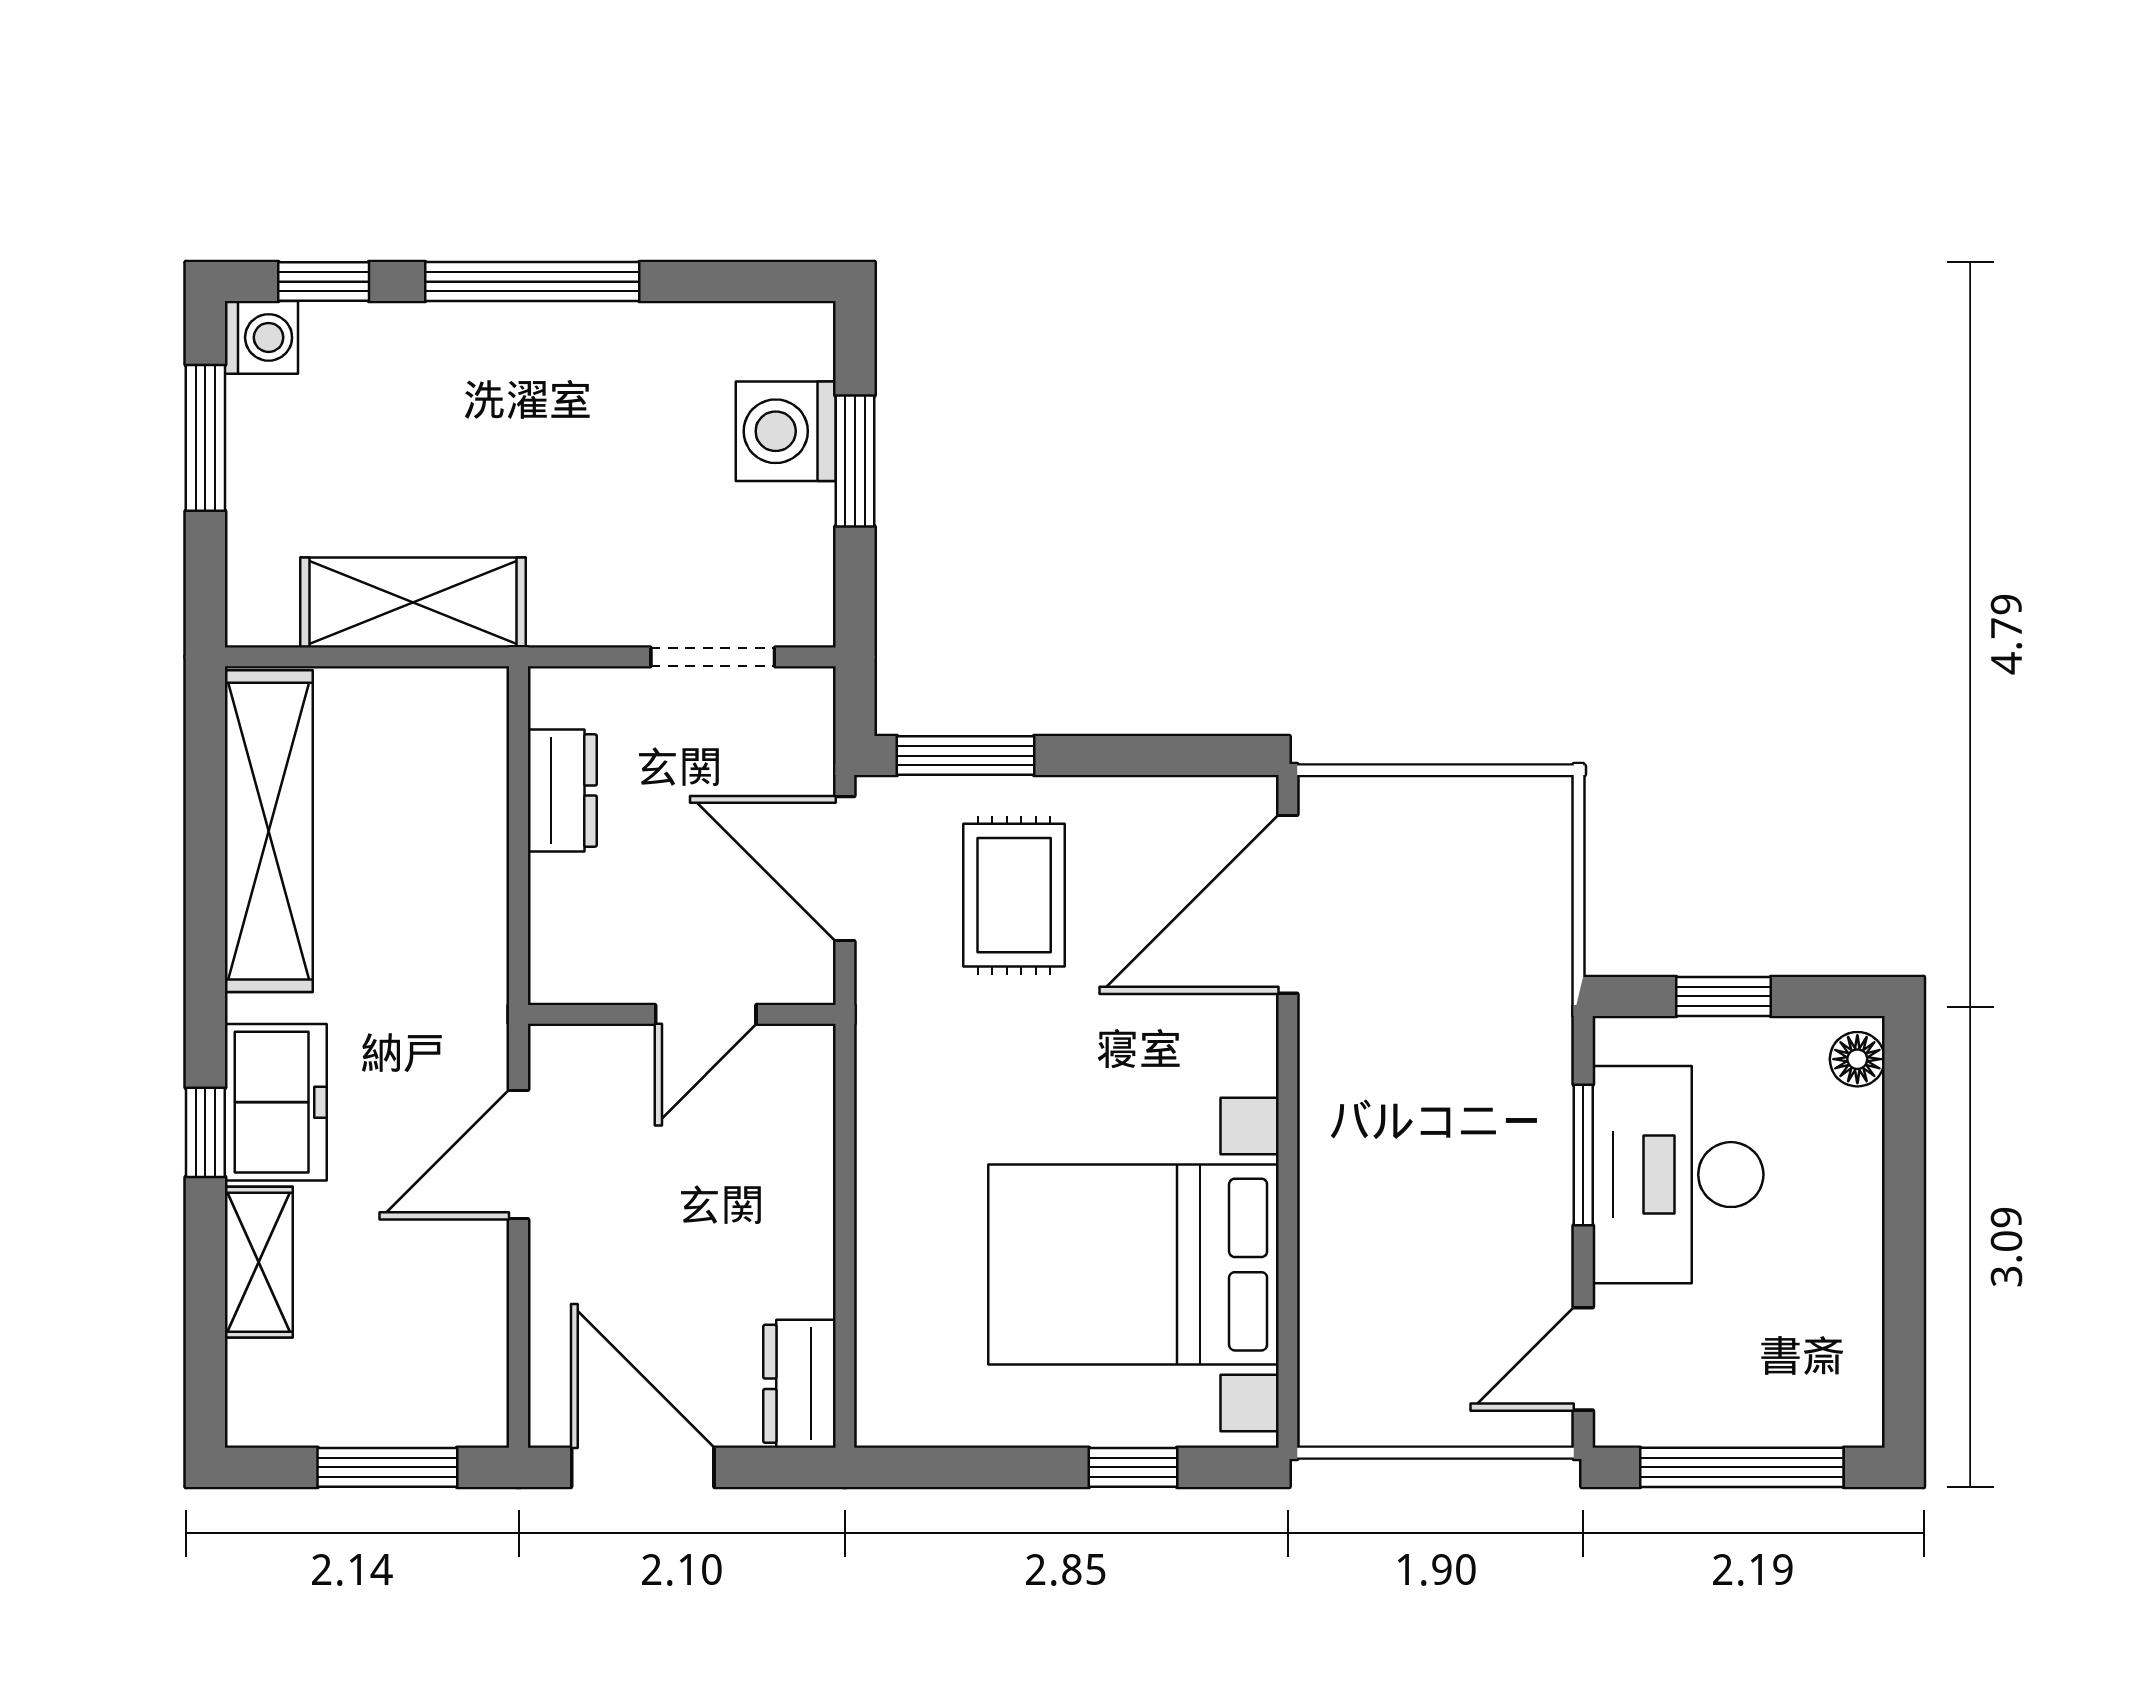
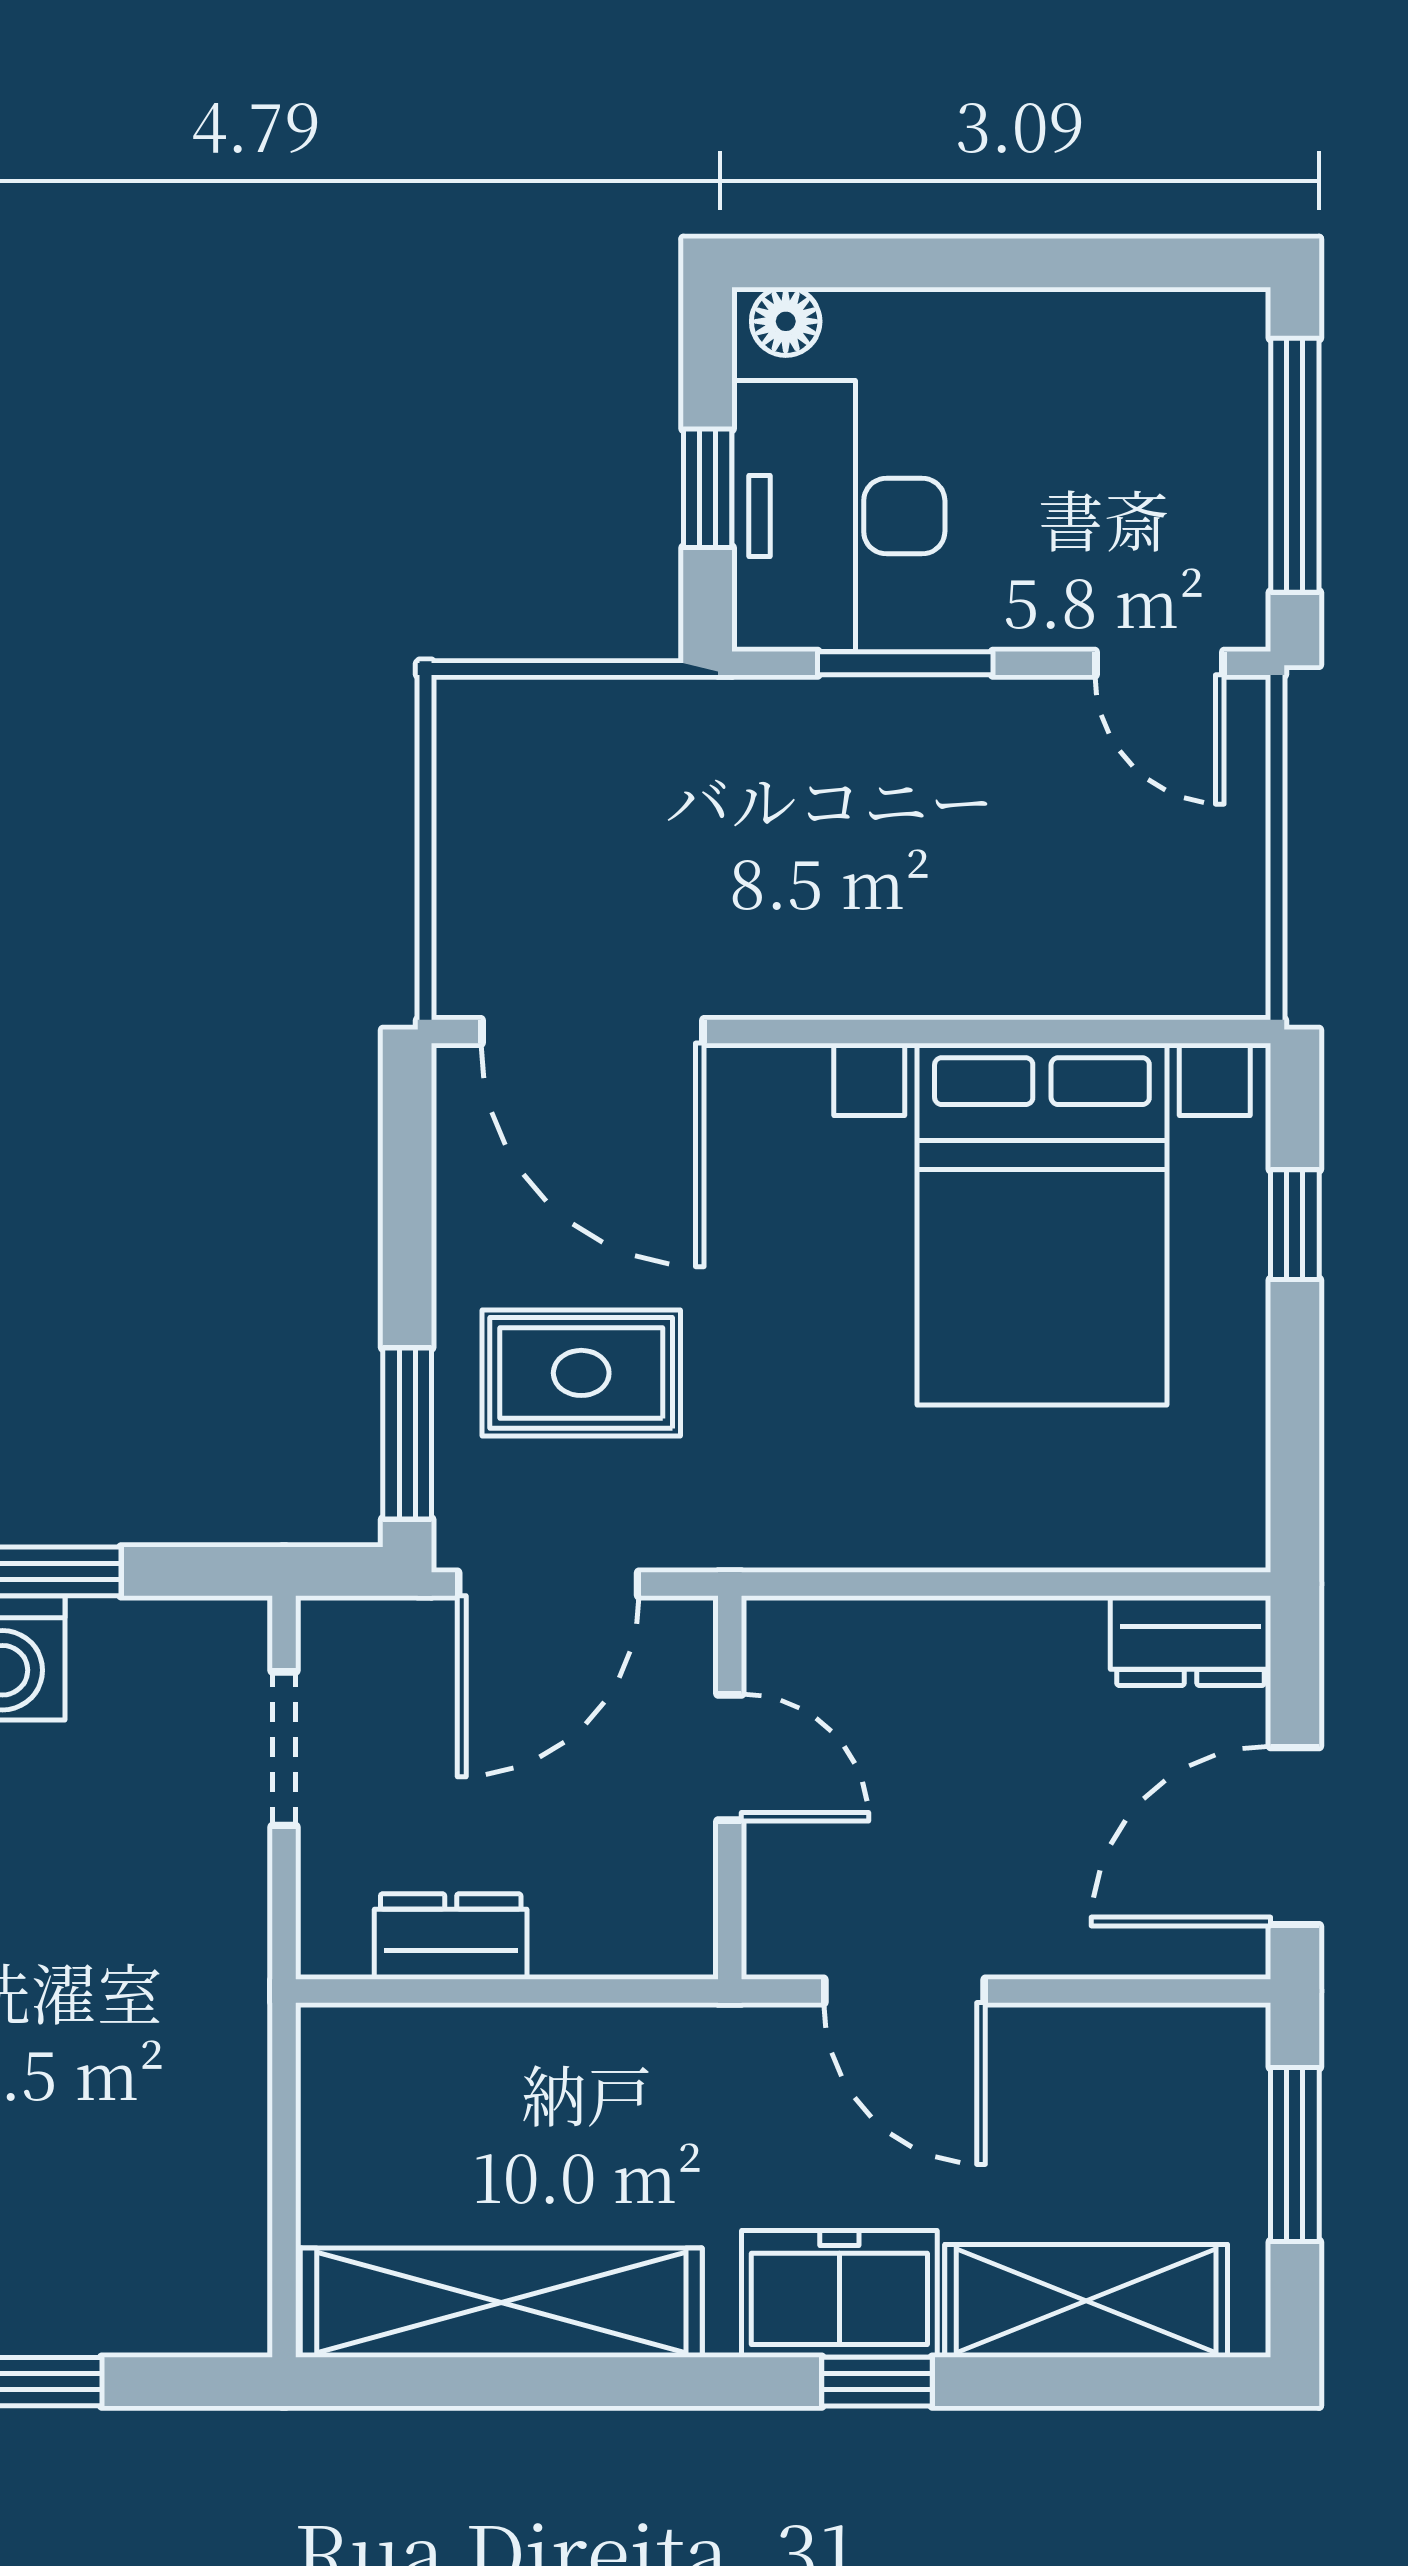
shelving: (413, 603) -> (216, 2123), removed
desk: (1678, 1175) -> (838, 516), moved, turned 90
shelving: (259, 1262) -> (1086, 2301), width x1.50, depth x1.33

